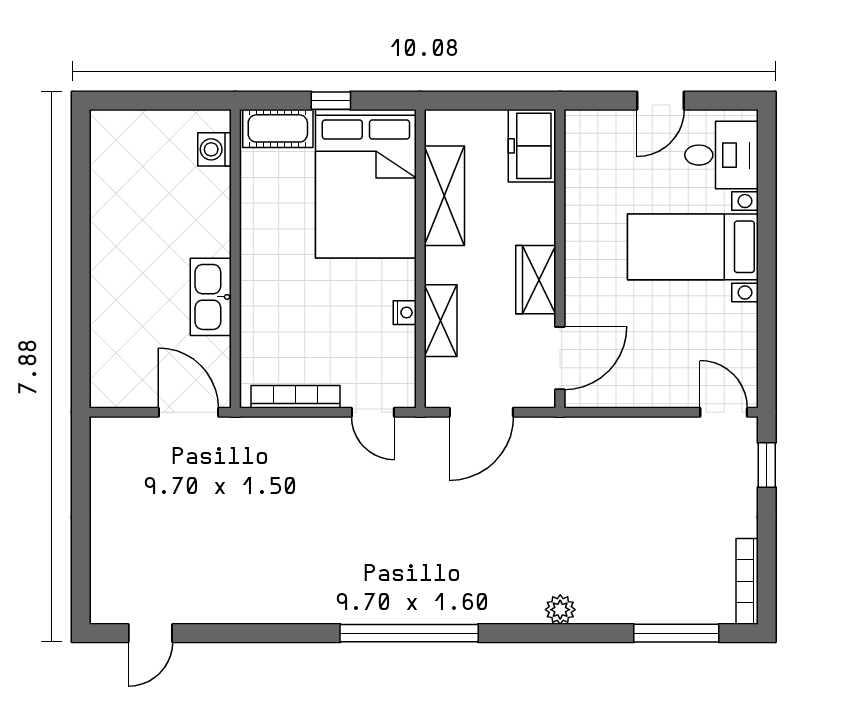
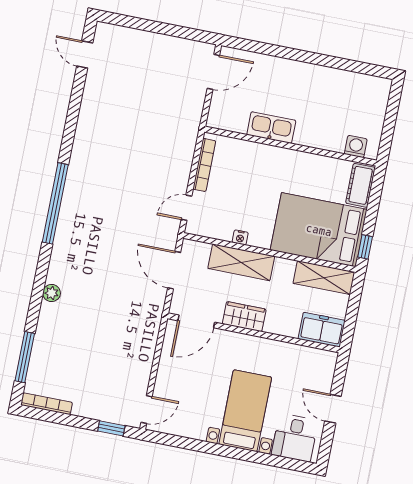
window: (331, 101) -> (365, 247), moved
shelving: (444, 196) -> (324, 278), moved
shelving: (441, 321) -> (241, 262), width x1.50, depth x1.33
door: (560, 358) -> (196, 321), hinge flipped
door: (188, 412) -> (213, 72), moved

